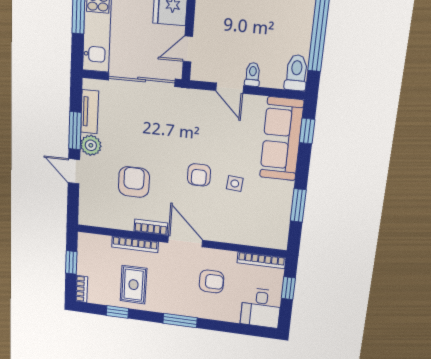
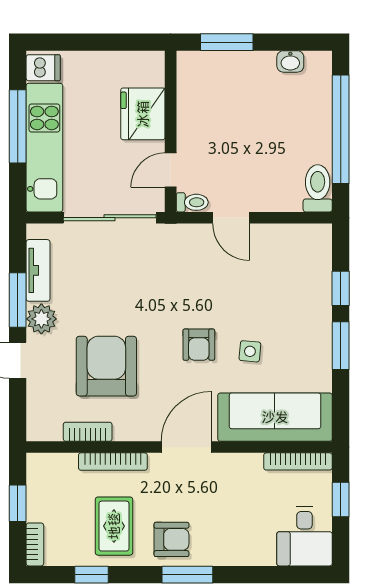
toilet: (253, 74) -> (192, 202), moved, turned 90
window: (307, 131) -> (341, 288), moved
sofa: (282, 139) -> (275, 417), moved, turned 90
armchair: (134, 182) -> (106, 366), width x1.36, depth x1.36
window: (298, 205) -> (341, 346), moved
bookcase: (151, 227) -> (88, 432), moved
door: (185, 241) -> (186, 447), hinge flipped
armchair: (211, 281) -> (171, 539), moved

